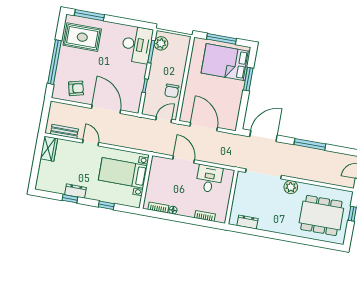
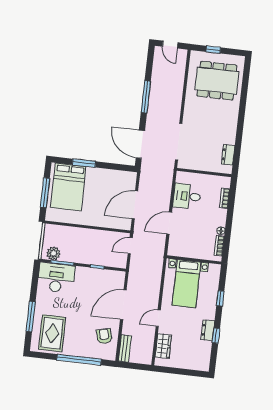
window: (89, 15) -> (31, 317), moved
chair: (172, 91) -> (101, 240), removed
door: (164, 120) -> (130, 246), hinge flipped
bench: (64, 131) -> (125, 348), moved
wardrobe: (49, 149) -> (163, 346), moved, turned 90
plant: (291, 187) -> (190, 113), removed
dining table: (321, 216) -> (217, 81), turned 90

